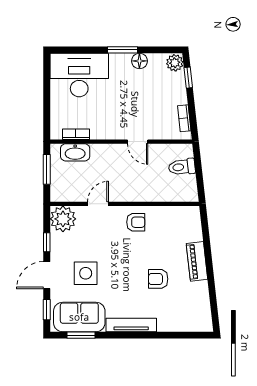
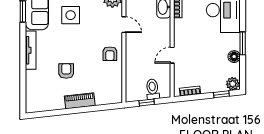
window: (199, 175) -> (147, 103), added

